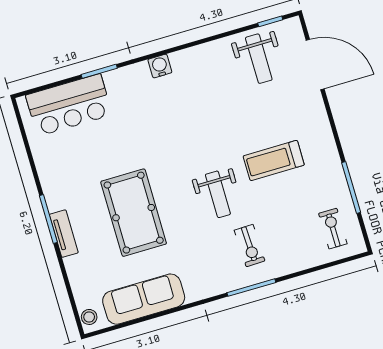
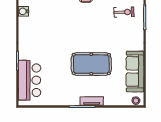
water cooler: (160, 66) -> (23, 11), moved
weight bench: (218, 194) -> (94, 20), removed

